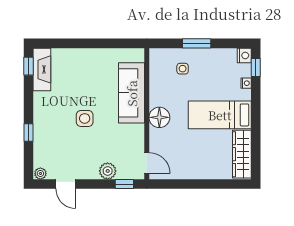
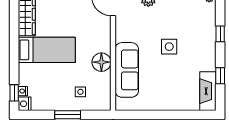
window: (28, 66) -> (220, 76), moved
nightstand: (246, 83) -> (23, 91), moved
floor lamp: (159, 117) -> (101, 62), moved

